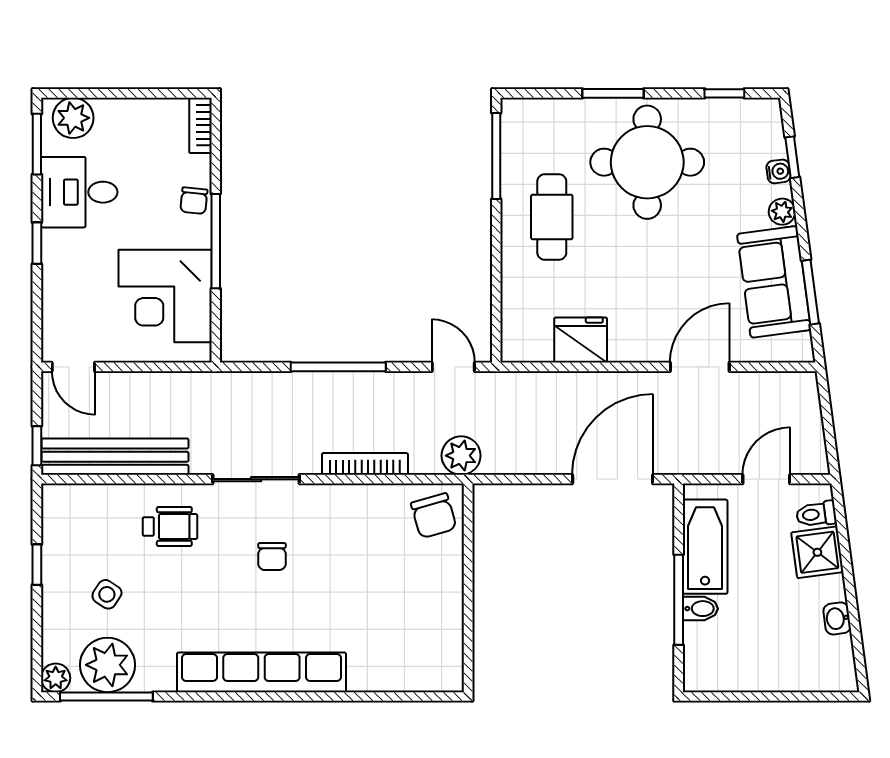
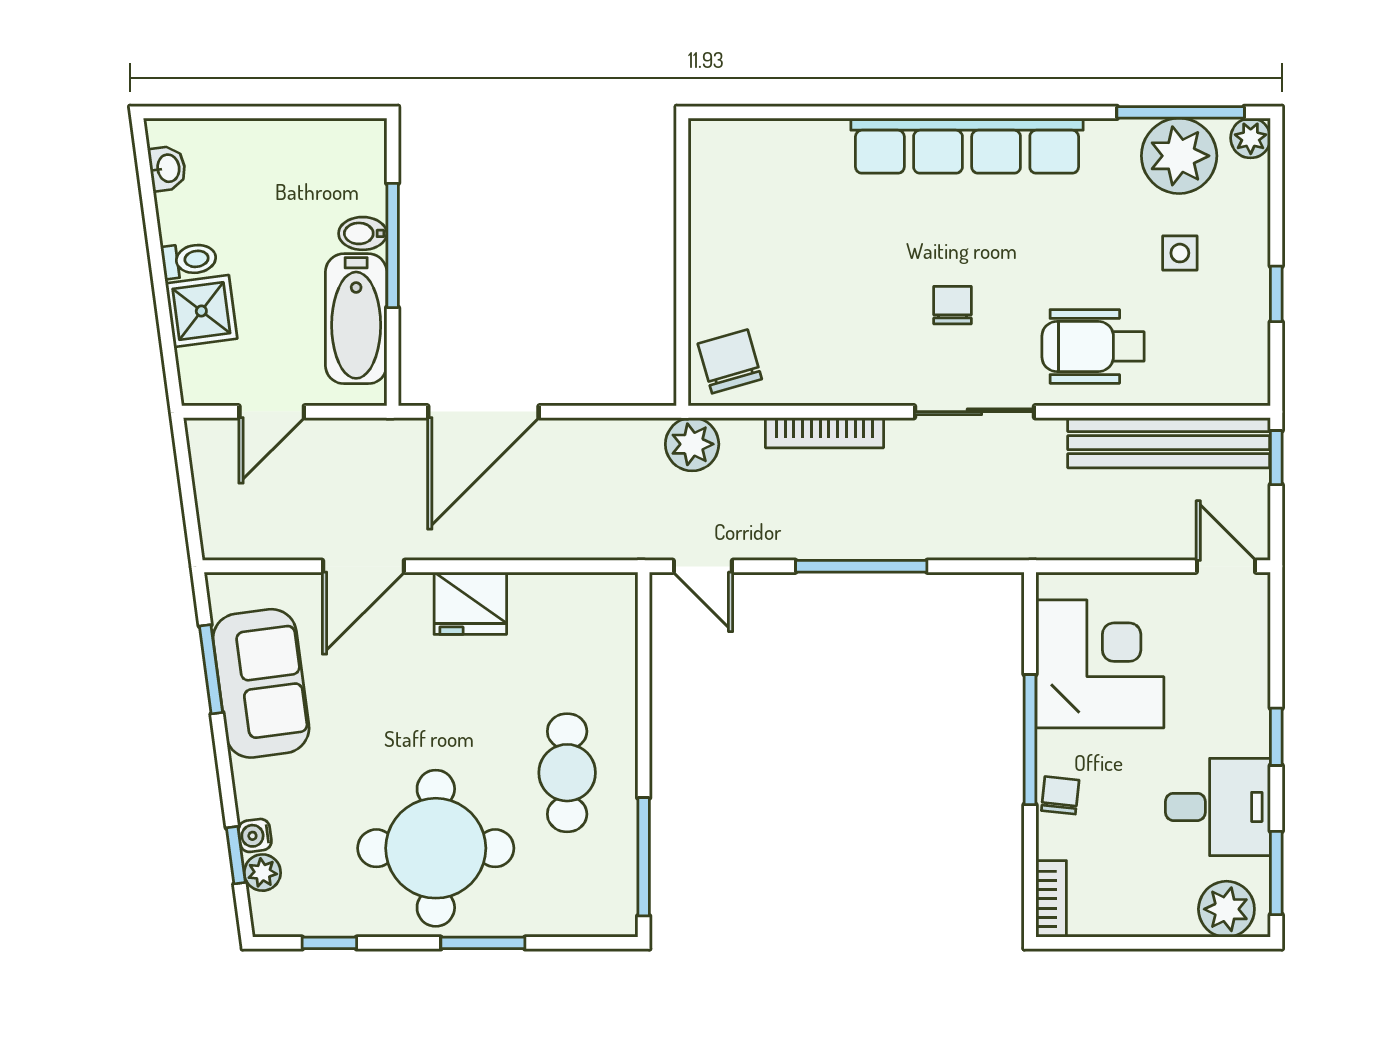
plant: (782, 212) -> (262, 873), moved
fridge: (581, 340) -> (470, 603), moved
toilet: (816, 514) -> (189, 260), moved
wheelchair: (170, 526) -> (1093, 346), width x1.36, depth x1.37
side table: (107, 594) -> (1180, 253), turned -33
washbasin: (837, 618) -> (167, 168), moved

